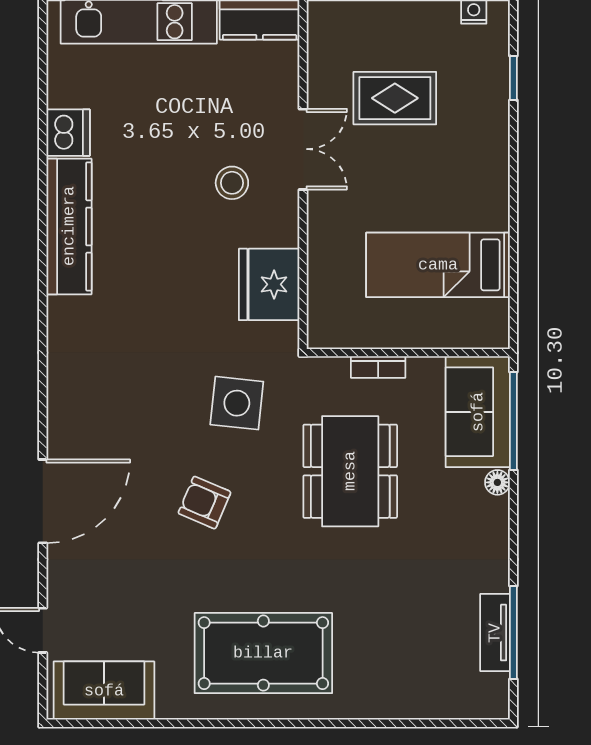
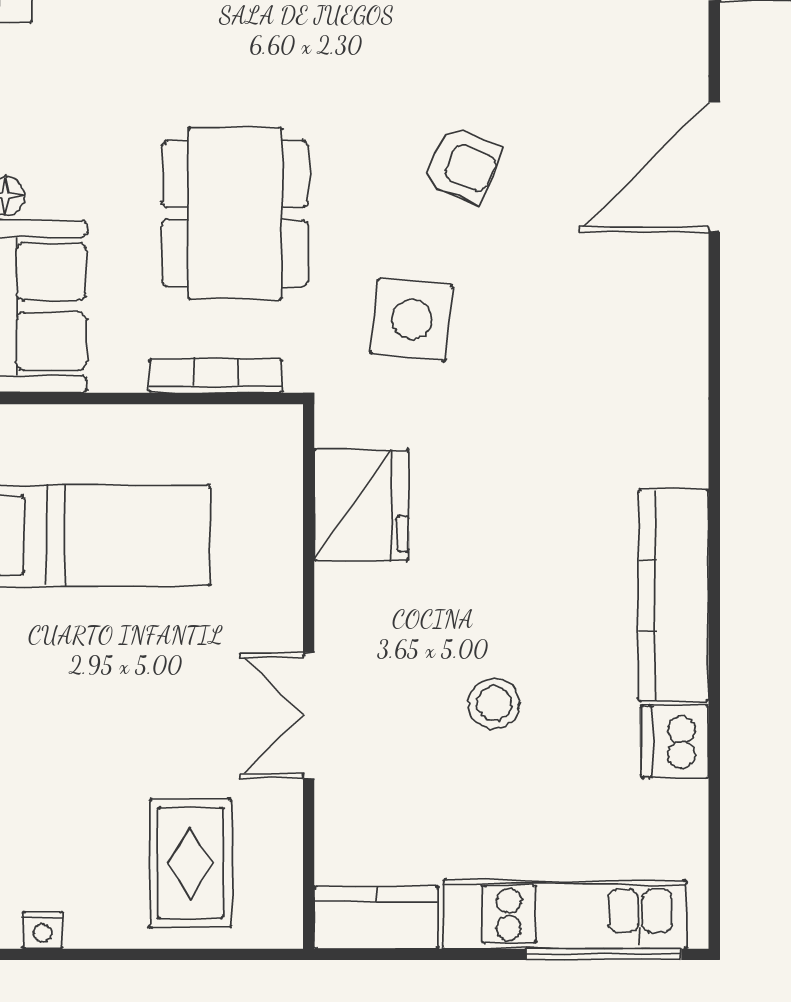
rug: (395, 98) -> (191, 863), moved, turned 90
stool: (232, 183) -> (494, 704), moved
bookcase: (378, 367) -> (215, 376), width x1.56

